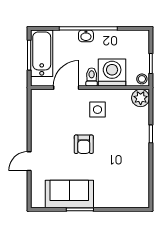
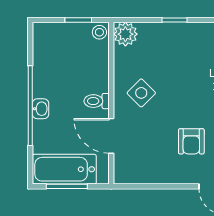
washing machine: (112, 73) -> (91, 73), removed
side table: (98, 110) -> (141, 93), turned 45
armchair: (84, 144) -> (191, 141), moved, turned 90

